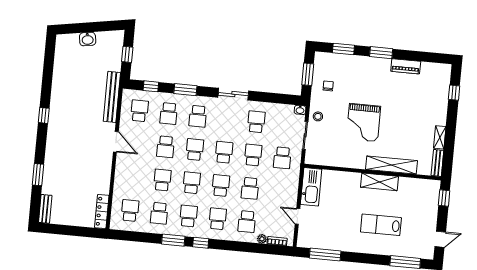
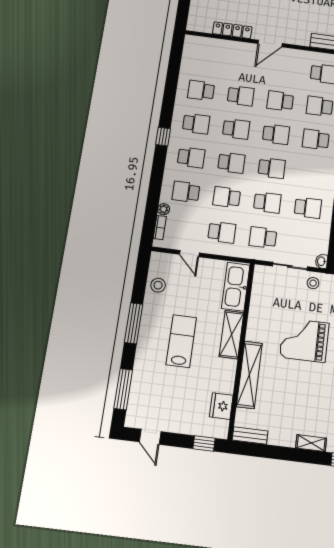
shelving: (440, 137) -> (311, 443), moved
door: (116, 142) -> (270, 44), moved
shelving: (379, 182) -> (232, 335), moved
fridge: (416, 186) -> (221, 406), added
kitchen sink: (311, 187) -> (236, 287), moved, turned 90
school desk: (130, 211) -> (222, 232), moved
locker: (102, 212) -> (232, 30), moved
door: (297, 216) -> (189, 254), swing flipped
lab bench: (381, 225) -> (181, 341), moved
window: (173, 240) -> (168, 105), removed
stool: (324, 240) -> (158, 285), added
window: (325, 254) -> (134, 323), moved

